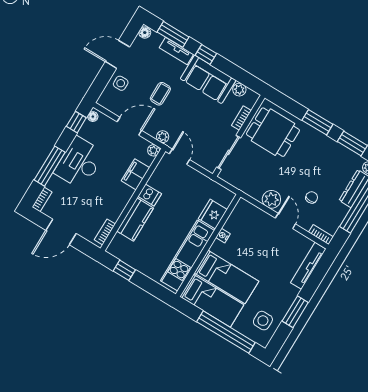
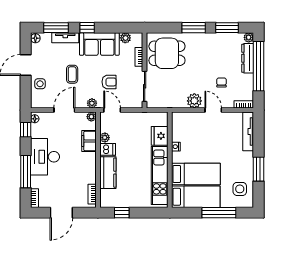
armchair: (194, 125) -> (109, 82), added
plant: (154, 181) -> (105, 138), added
window: (226, 332) -> (219, 213), width x0.68

